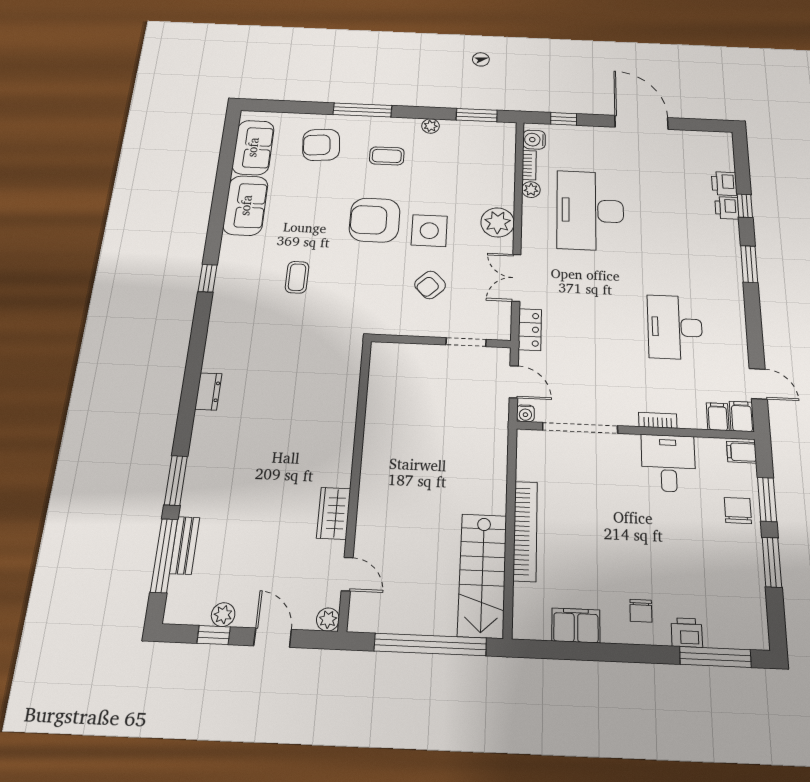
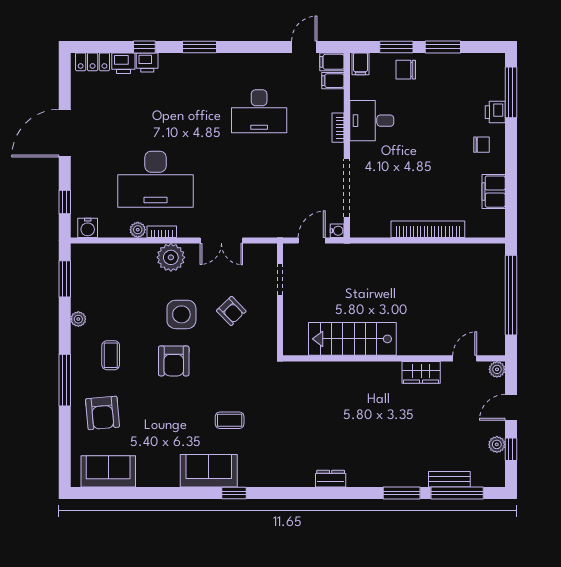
bookcase: (529, 165) -> (162, 232), moved
sofa: (246, 205) -> (209, 471), moved
armchair: (375, 220) -> (174, 361), width x0.73, depth x0.73
locker: (530, 330) -> (93, 62), moved, turned 180
stairs: (482, 575) -> (352, 339), moved, turned 180

